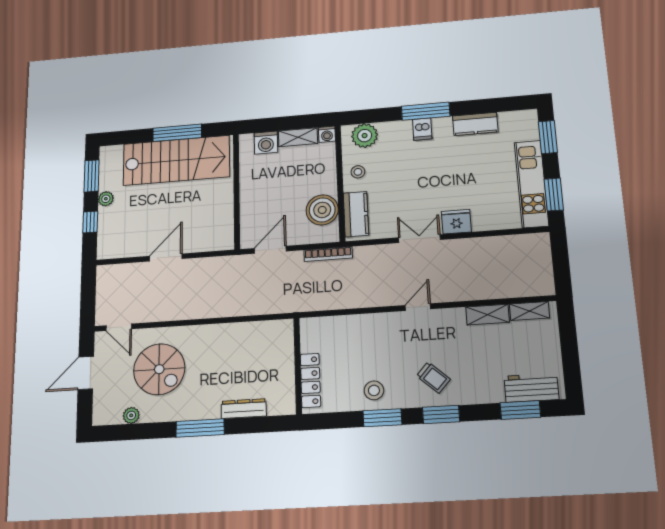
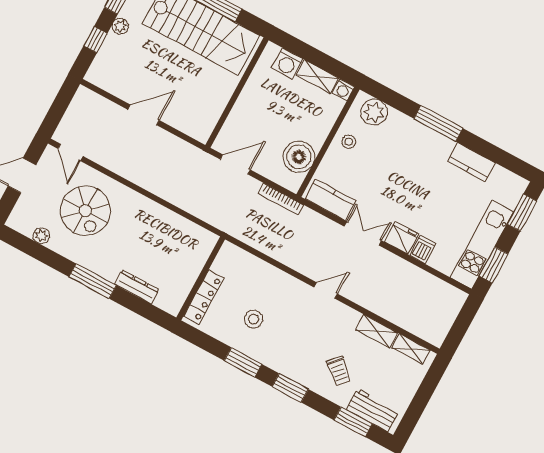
dishwasher: (422, 129) -> (423, 250), moved, turned 180
kitchen counter: (356, 214) -> (330, 200), moved, turned -90
trolley: (433, 378) -> (339, 371), moved
stool: (374, 390) -> (254, 319), moved

